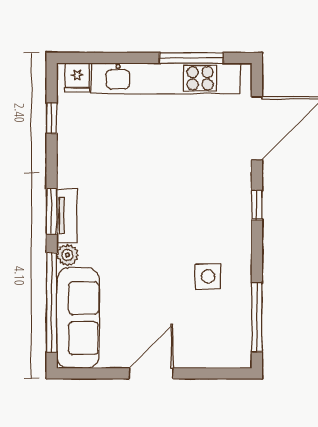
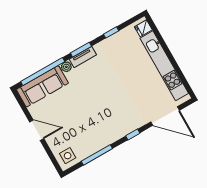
window: (191, 58) -> (179, 72), removed
window: (52, 118) -> (111, 32), moved
side table: (208, 276) -> (68, 156), moved
window: (257, 317) -> (97, 155), moved

